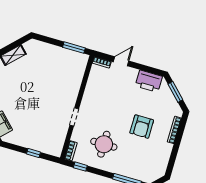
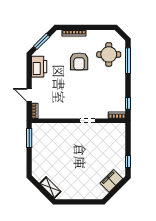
armchair: (142, 127) -> (79, 61), turned 90
round table: (104, 144) -> (109, 54), moved
window: (34, 153) -> (128, 161), moved

